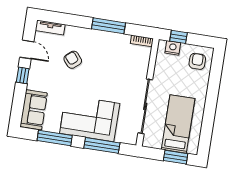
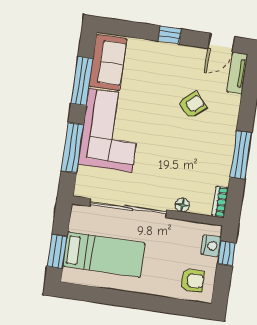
door: (27, 49) -> (221, 43), moved
floor lamp: (144, 68) -> (182, 205), added
sofa: (34, 110) -> (108, 62), moved, turned -90

